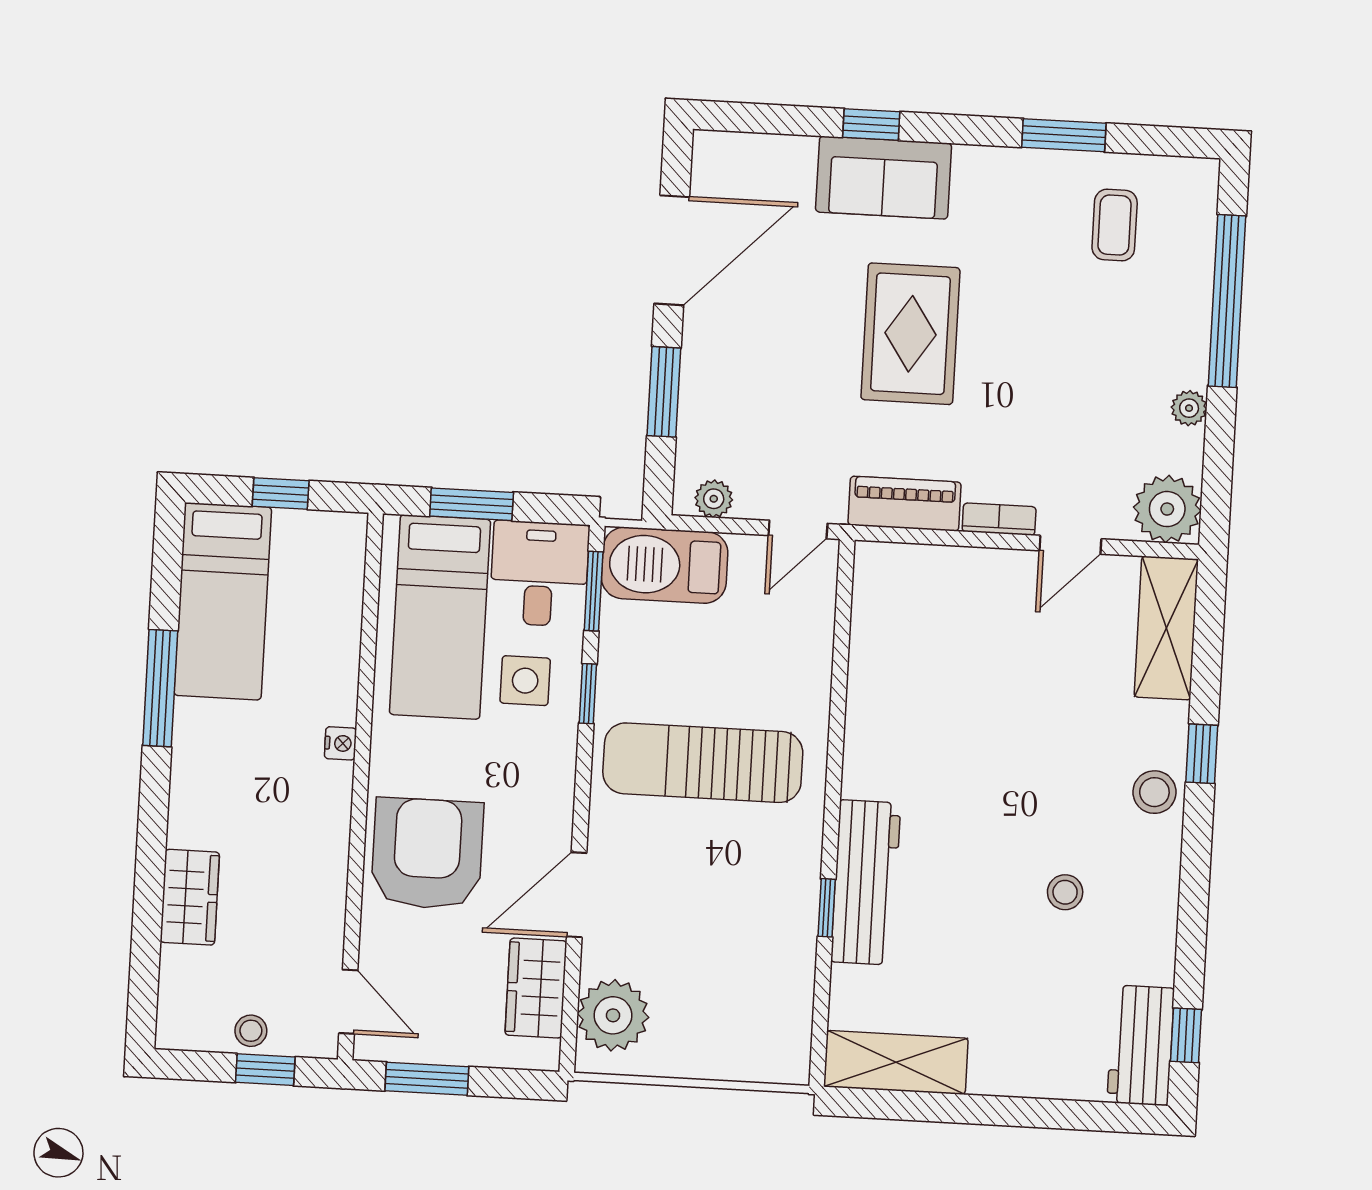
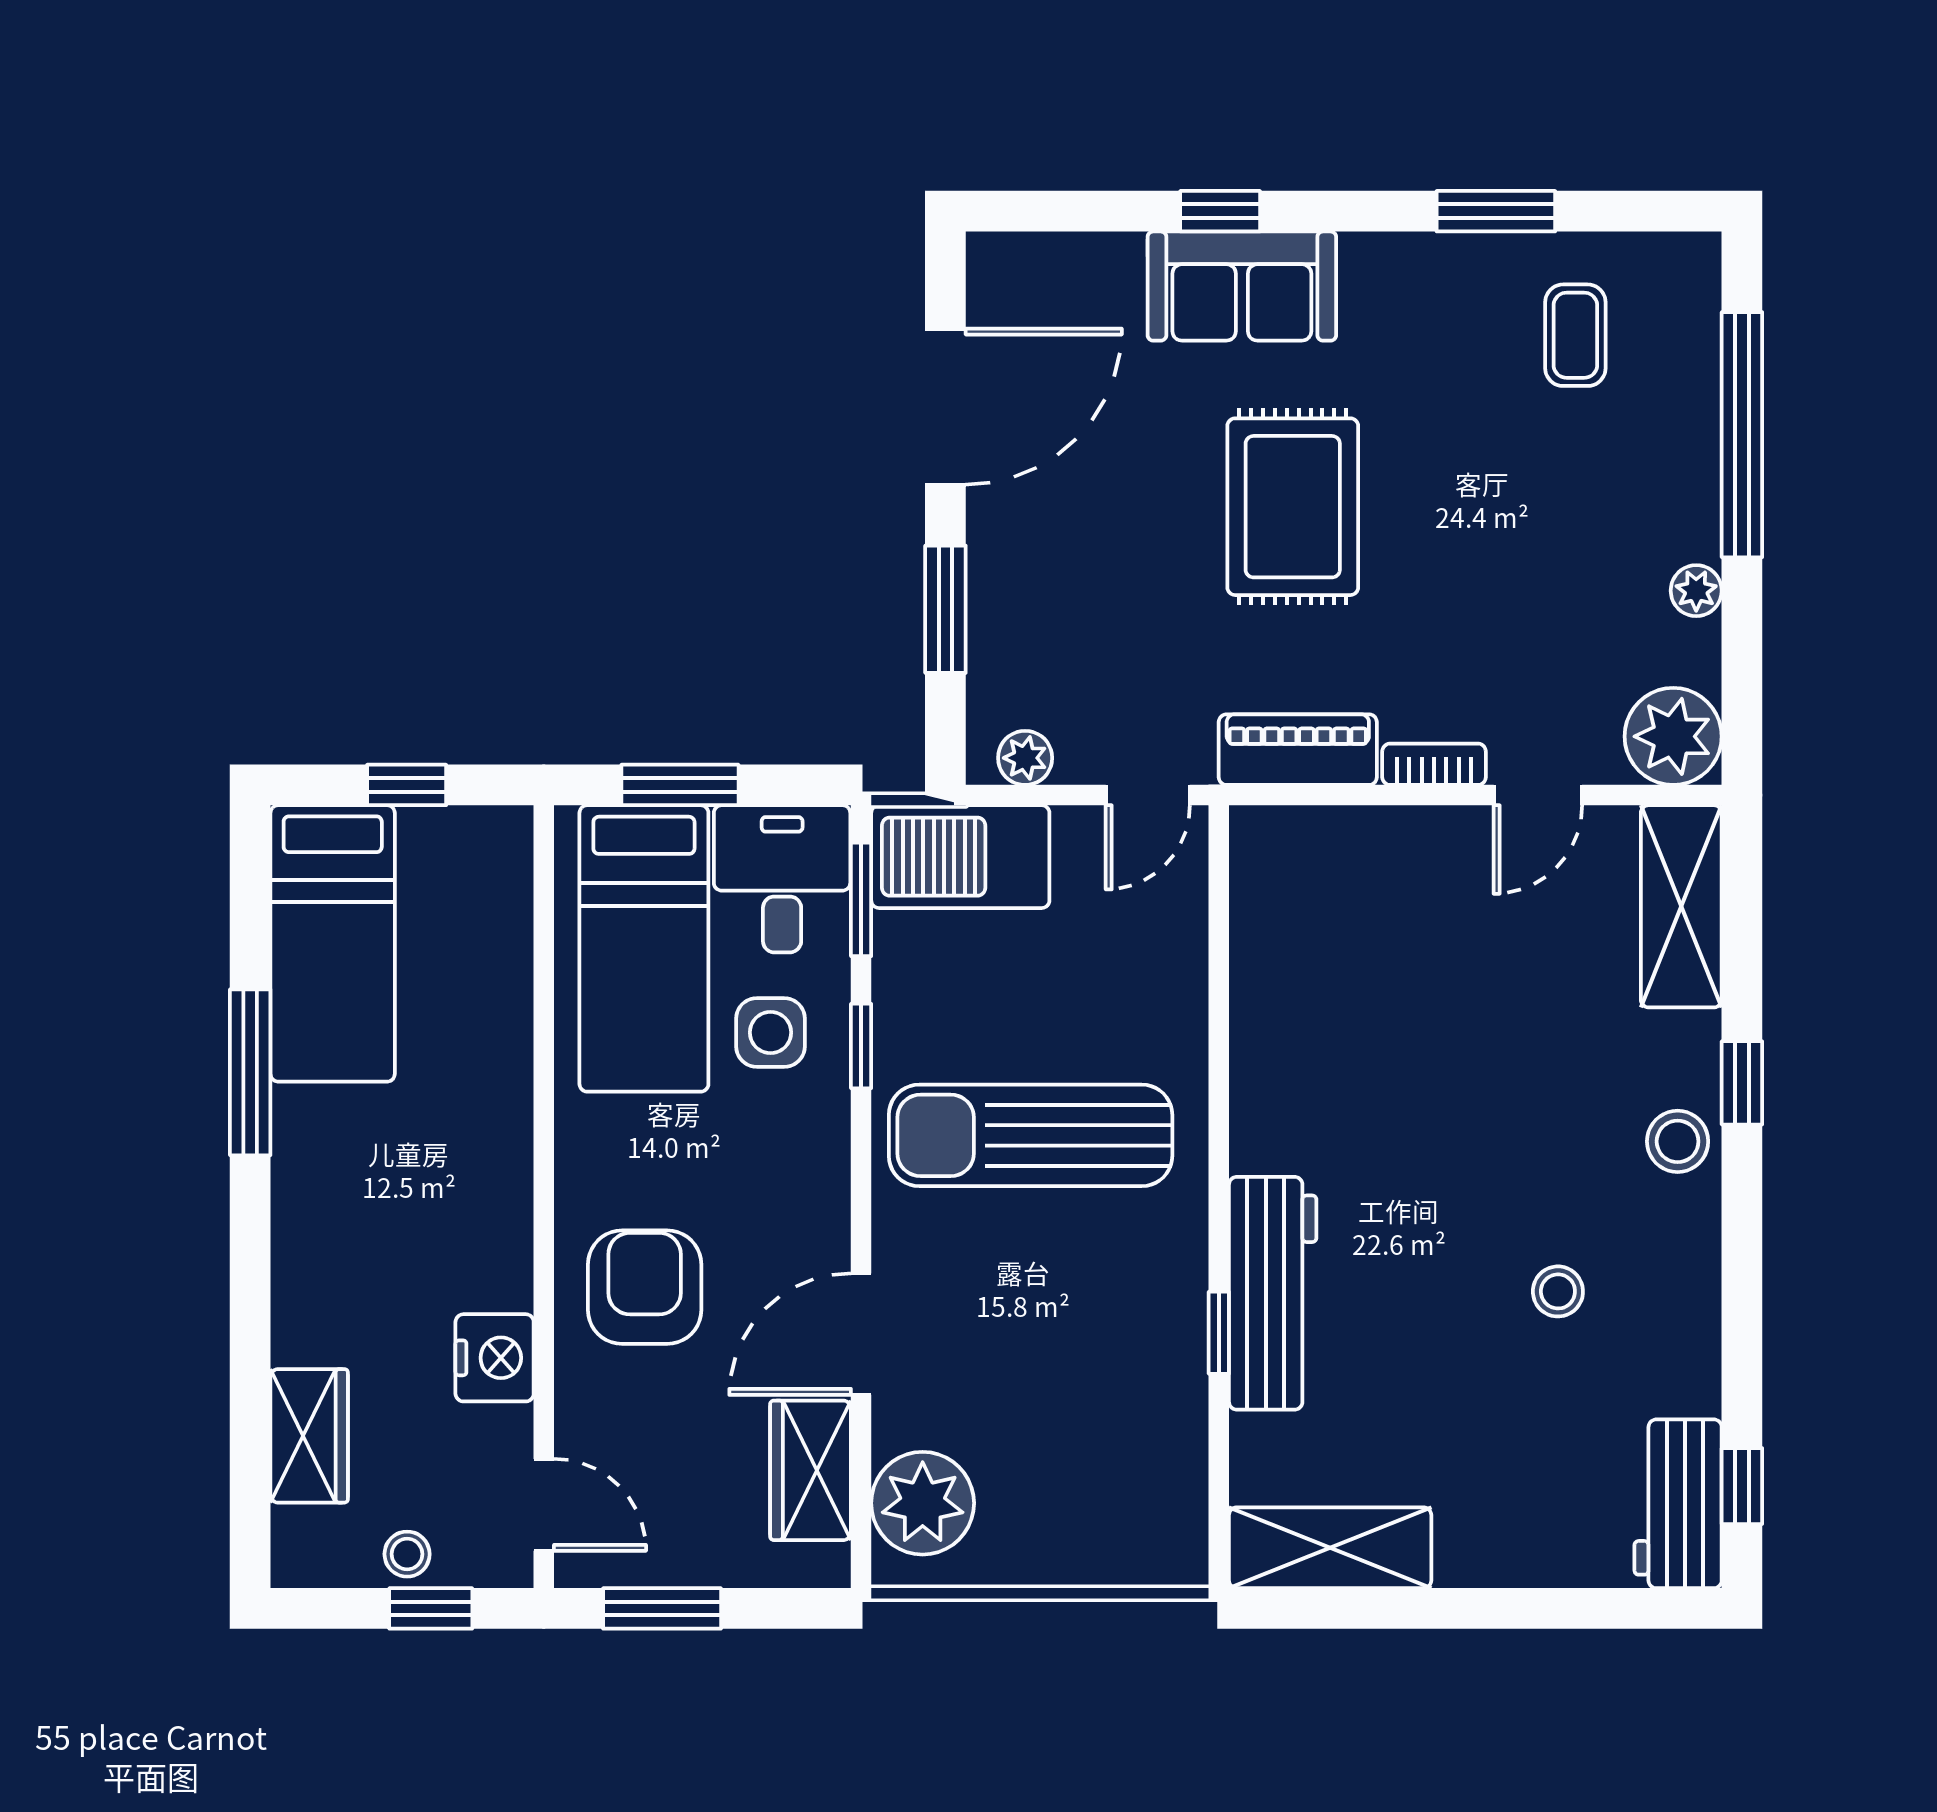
nightstand: (340, 743) -> (495, 1358), moved, width x1.89, depth x1.79
armchair: (427, 854) -> (645, 1287), width x0.73, depth x0.73
wardrobe: (190, 897) -> (309, 1436), moved

